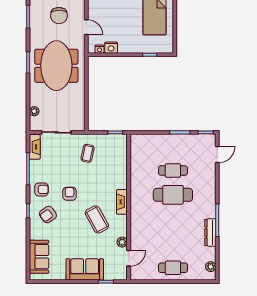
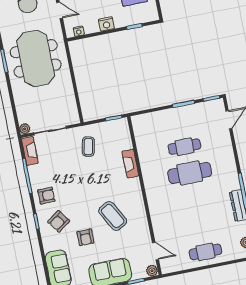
nightstand: (111, 48) -> (106, 24), moved
plant: (34, 111) -> (25, 129), moved
armchair: (70, 194) -> (85, 237), moved, turned 180
fireplace: (122, 202) -> (130, 164), moved
plant: (122, 242) -> (152, 271), moved
door: (129, 258) -> (155, 251), hinge flipped

